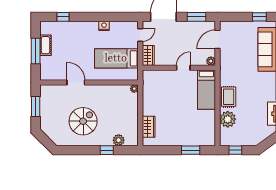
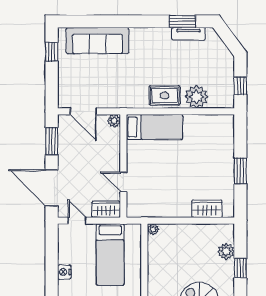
door: (183, 68) -> (123, 182), moved
window: (191, 150) -> (240, 171), moved

